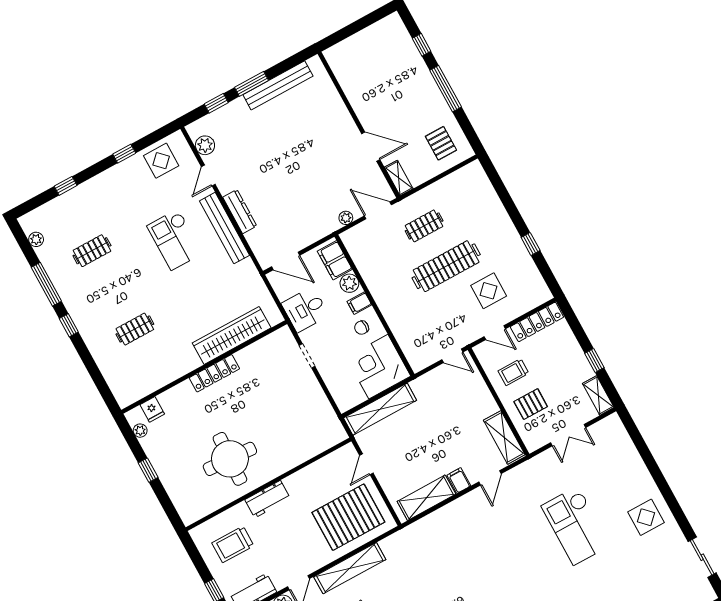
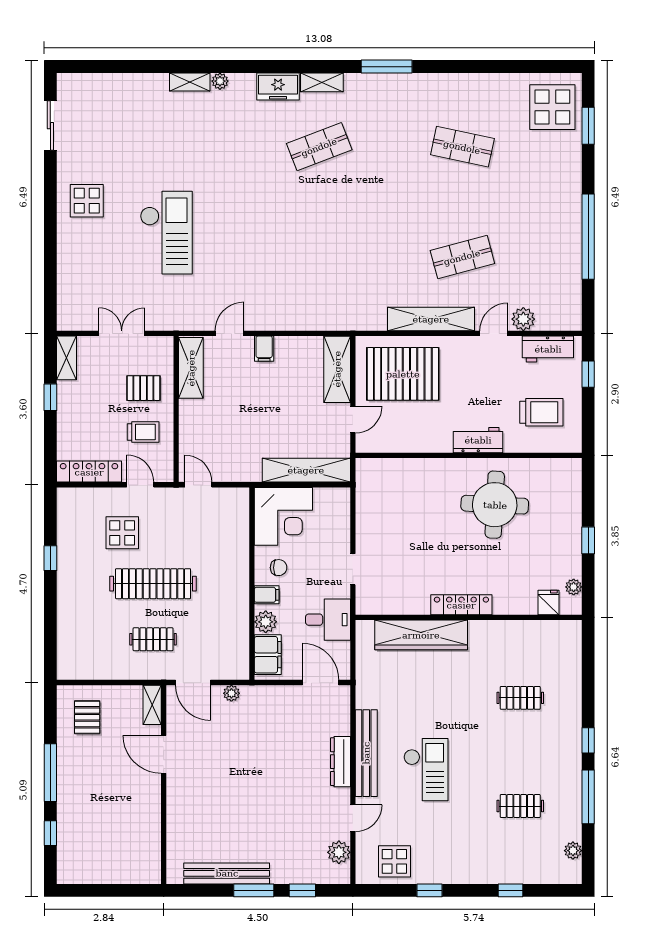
shelving: (426, 498) -> (337, 369), moved, turned 90

